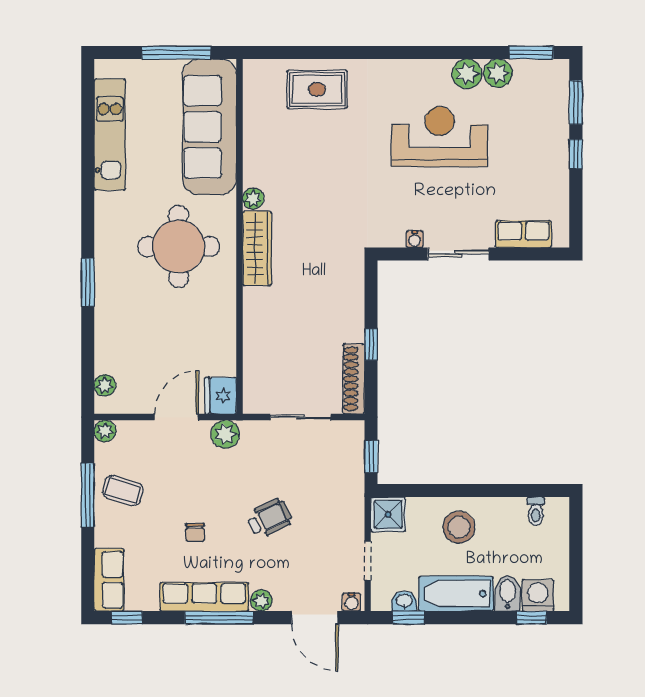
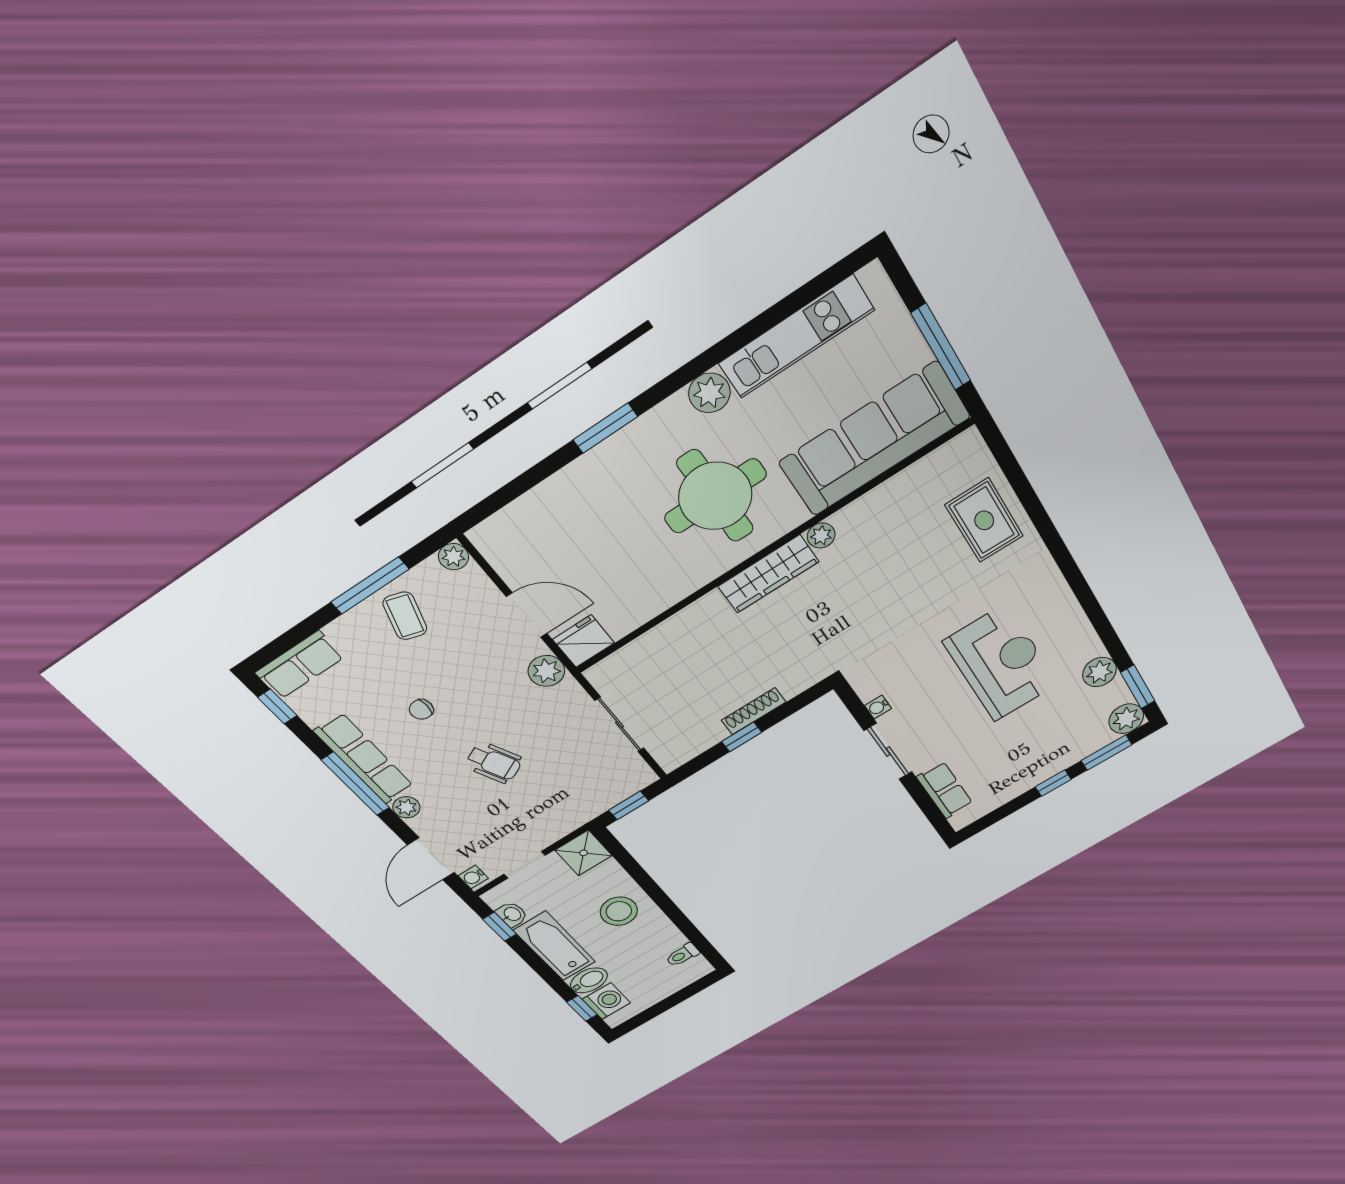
plant: (467, 74) -> (1126, 719), moved
shoe rack: (354, 379) -> (754, 711), moved, width x0.74, depth x0.81
plant: (105, 385) -> (709, 393), moved, width x1.38, depth x1.38

